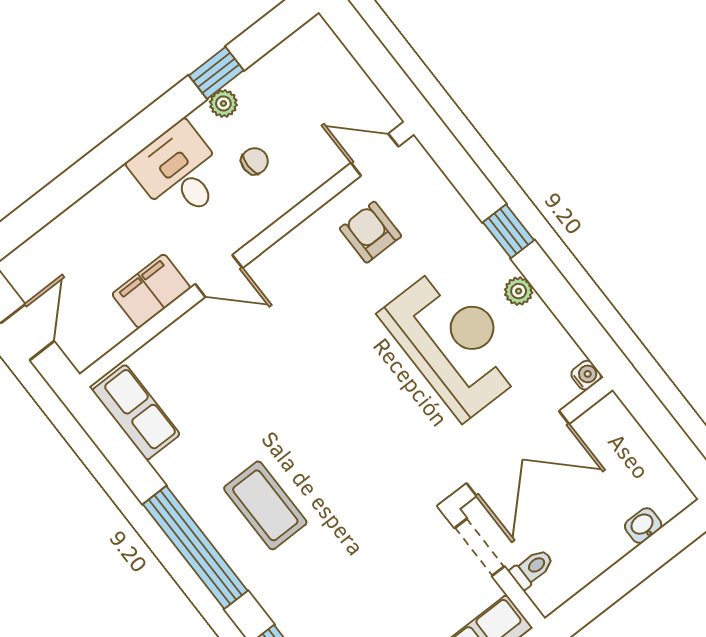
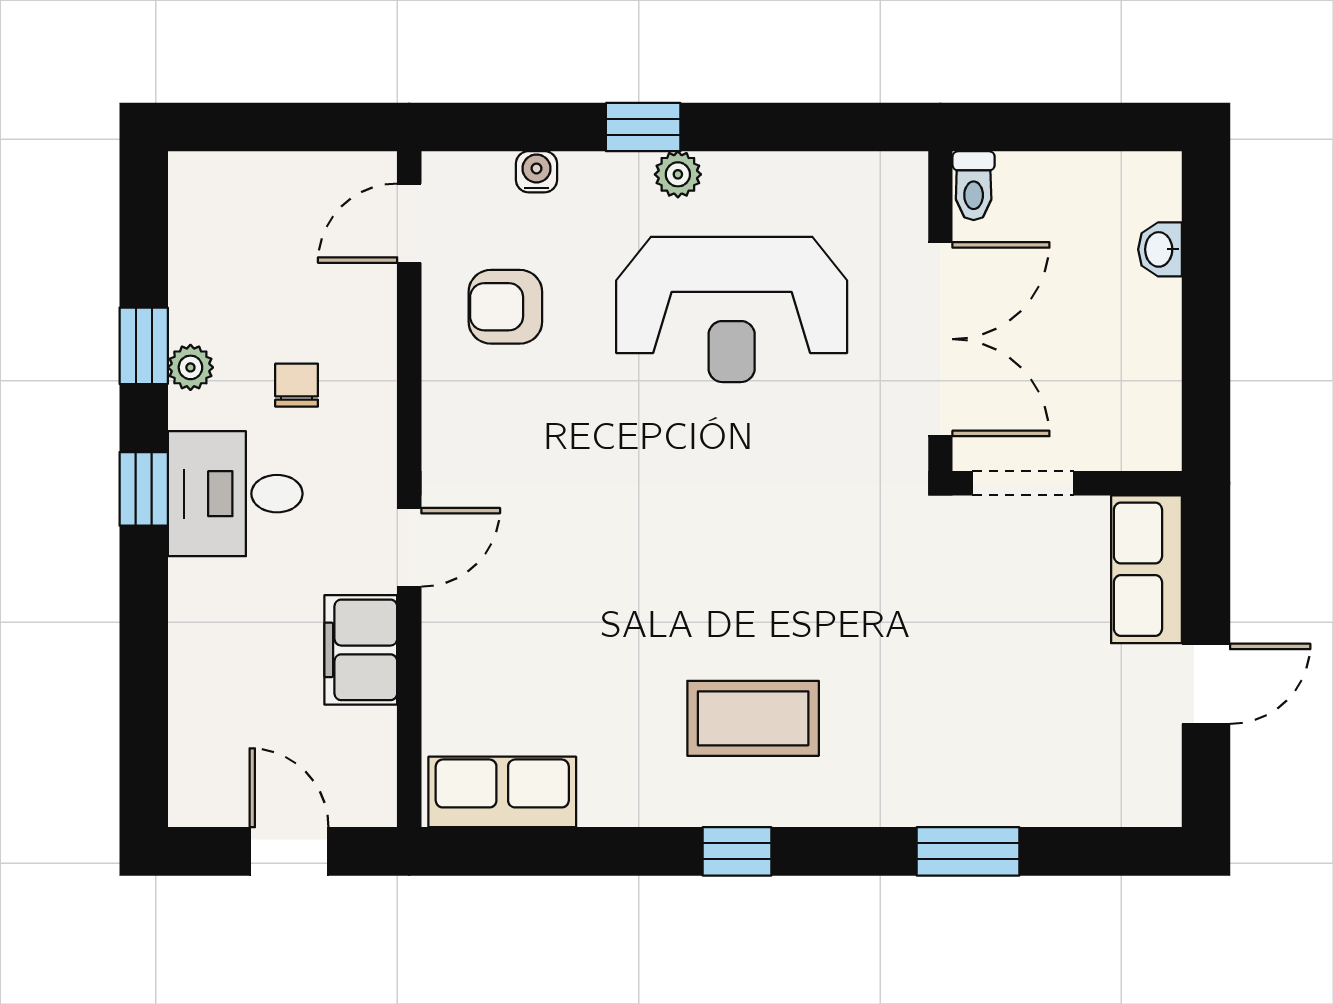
window: (147, 126) -> (144, 489), added
plant: (519, 291) -> (678, 174), moved
reception desk: (454, 342) -> (732, 309), turned 180
water cooler: (586, 375) -> (537, 172), moved
window: (195, 547) -> (737, 851), width x0.32
toilet: (532, 569) -> (974, 186), moved, turned 180

